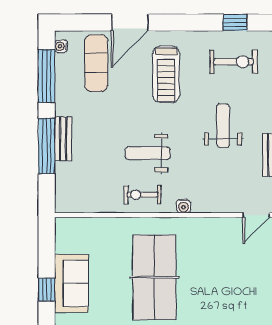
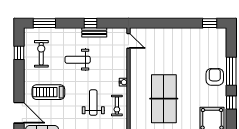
treadmill: (166, 74) -> (48, 92), turned 180
weight bench: (148, 153) -> (93, 103), turned 180
table tennis table: (154, 277) -> (164, 99), turned 90

